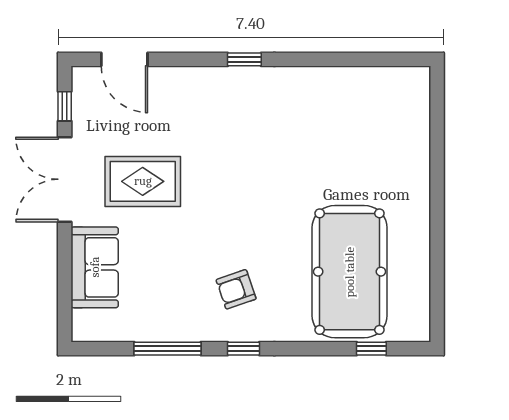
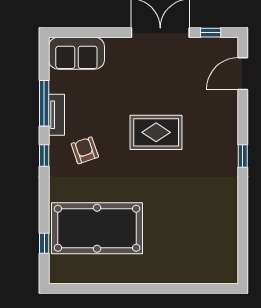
rug: (143, 181) -> (156, 132), moved, turned 90
sofa: (95, 267) -> (76, 53), moved
tv unit: (184, 331) -> (56, 115), added

